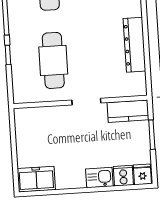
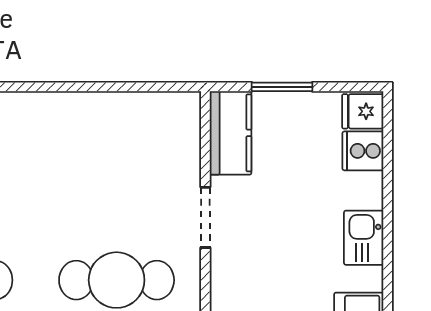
dresser: (134, 45) -> (95, 111), removed
kitchen sink: (99, 178) -> (364, 238), moved

